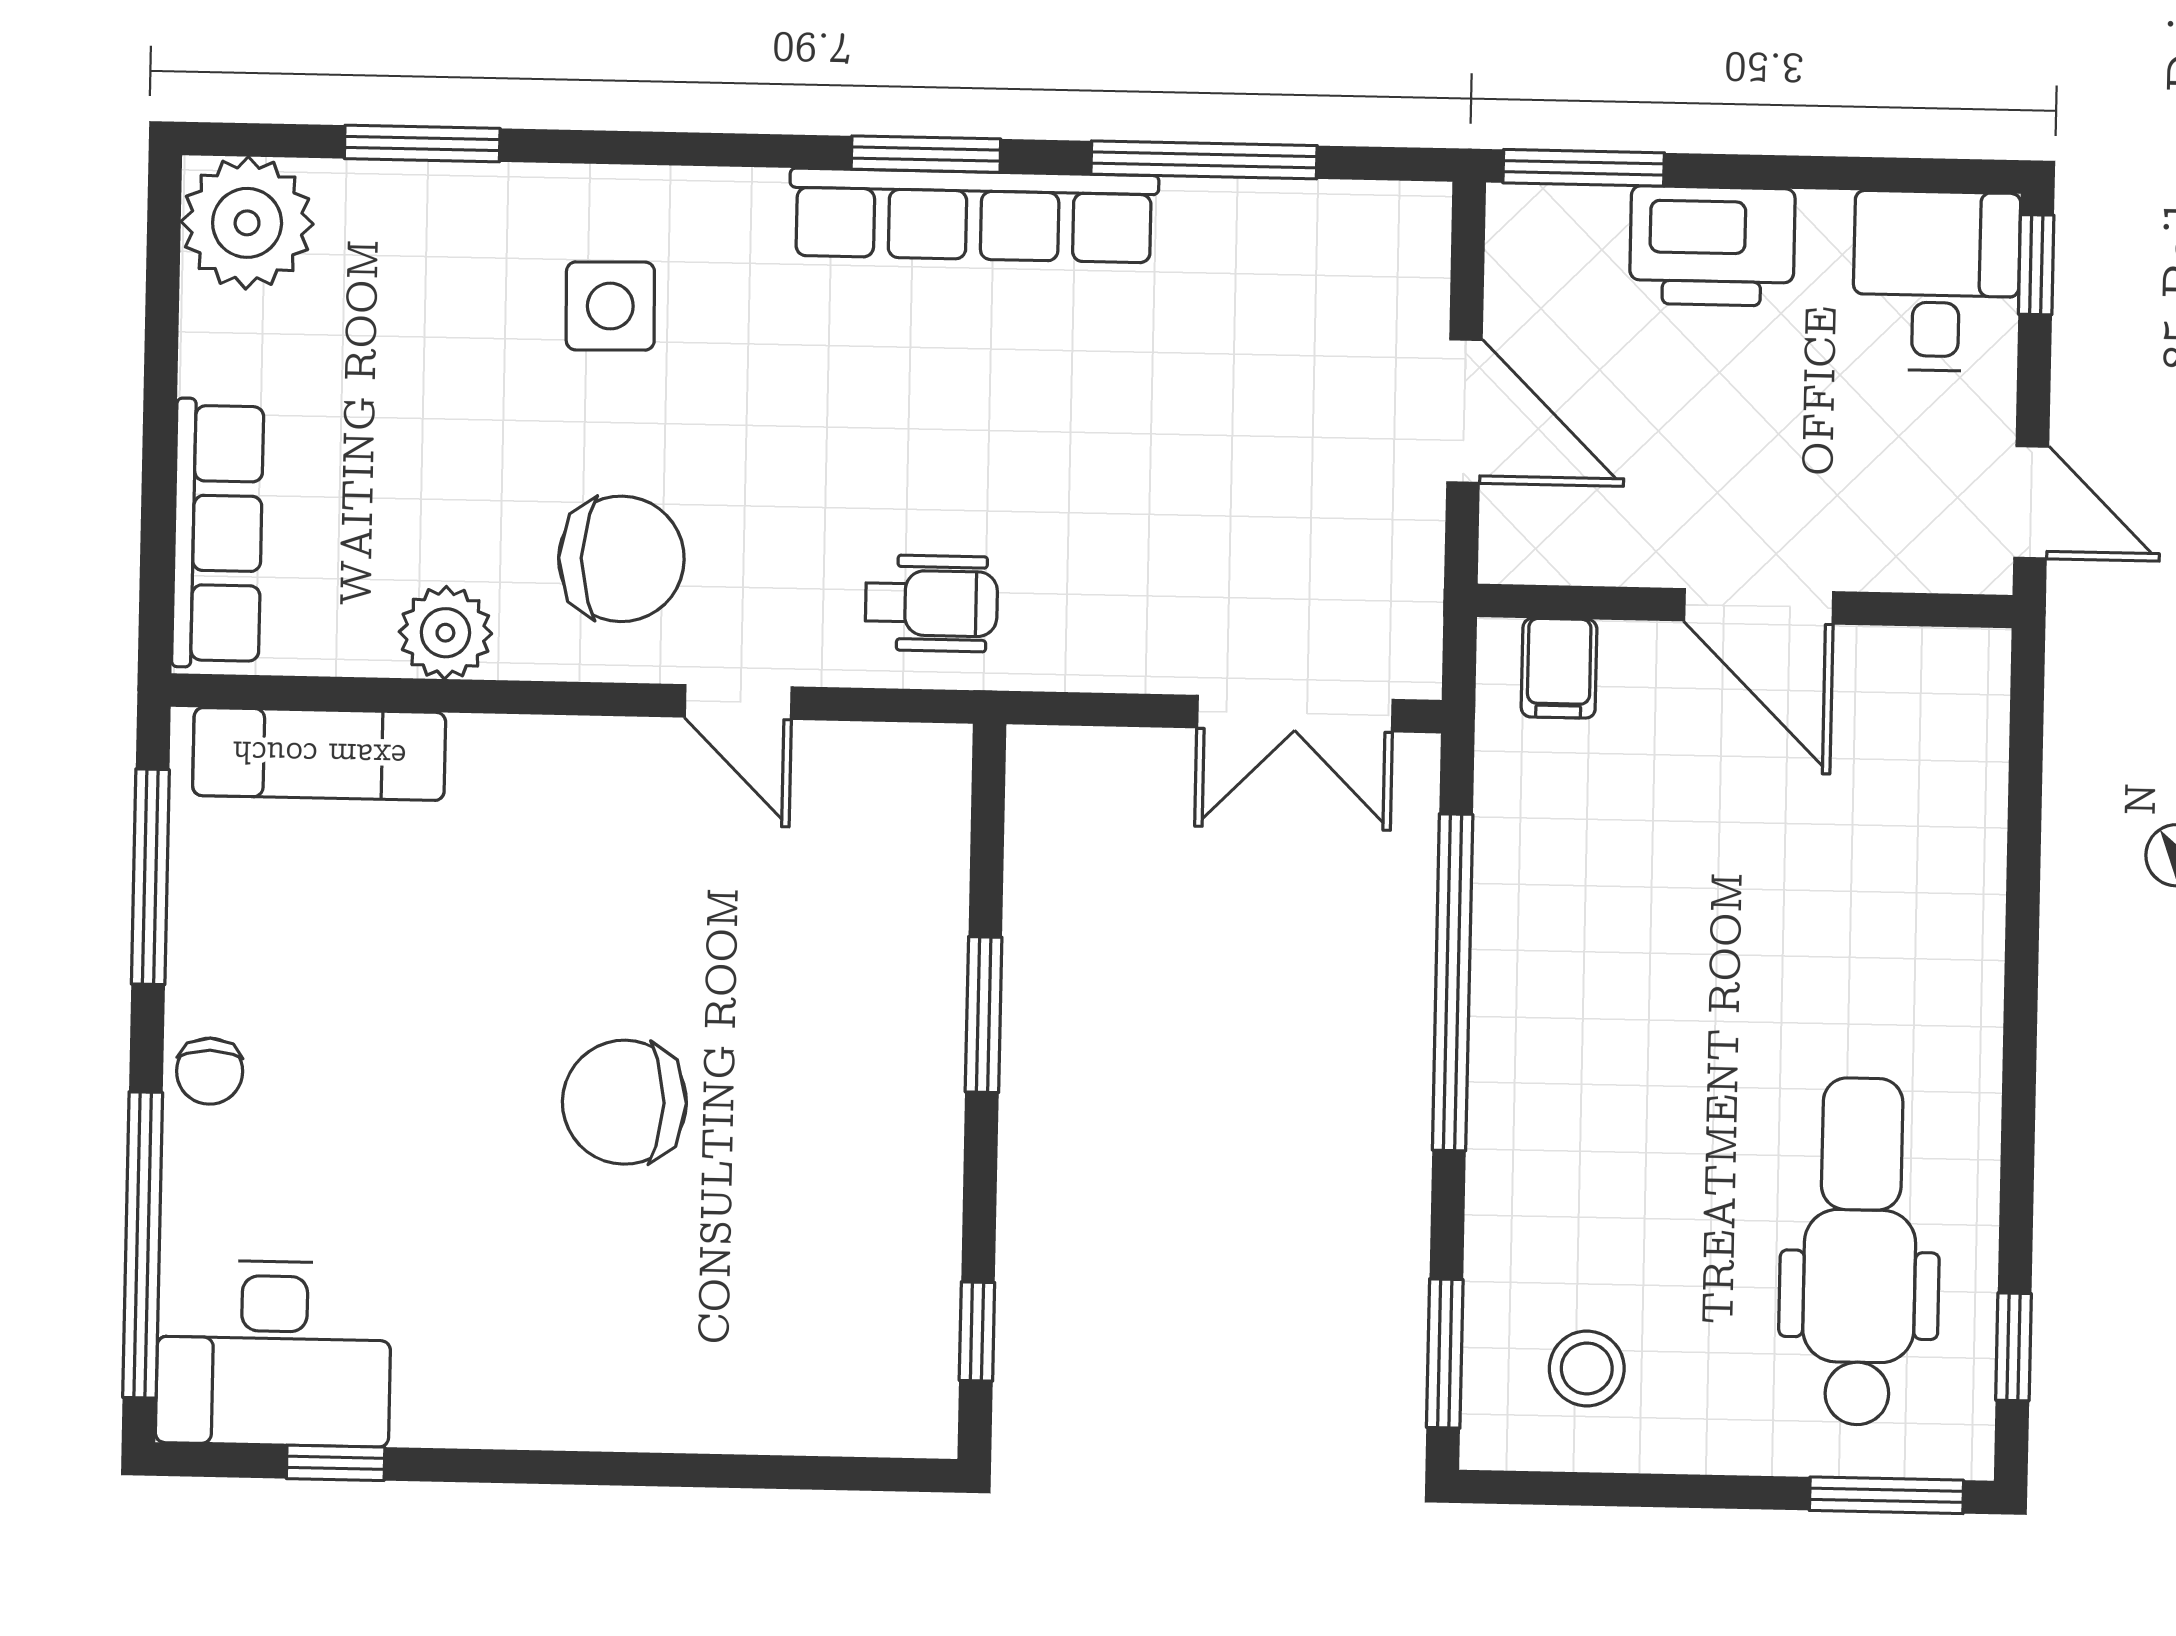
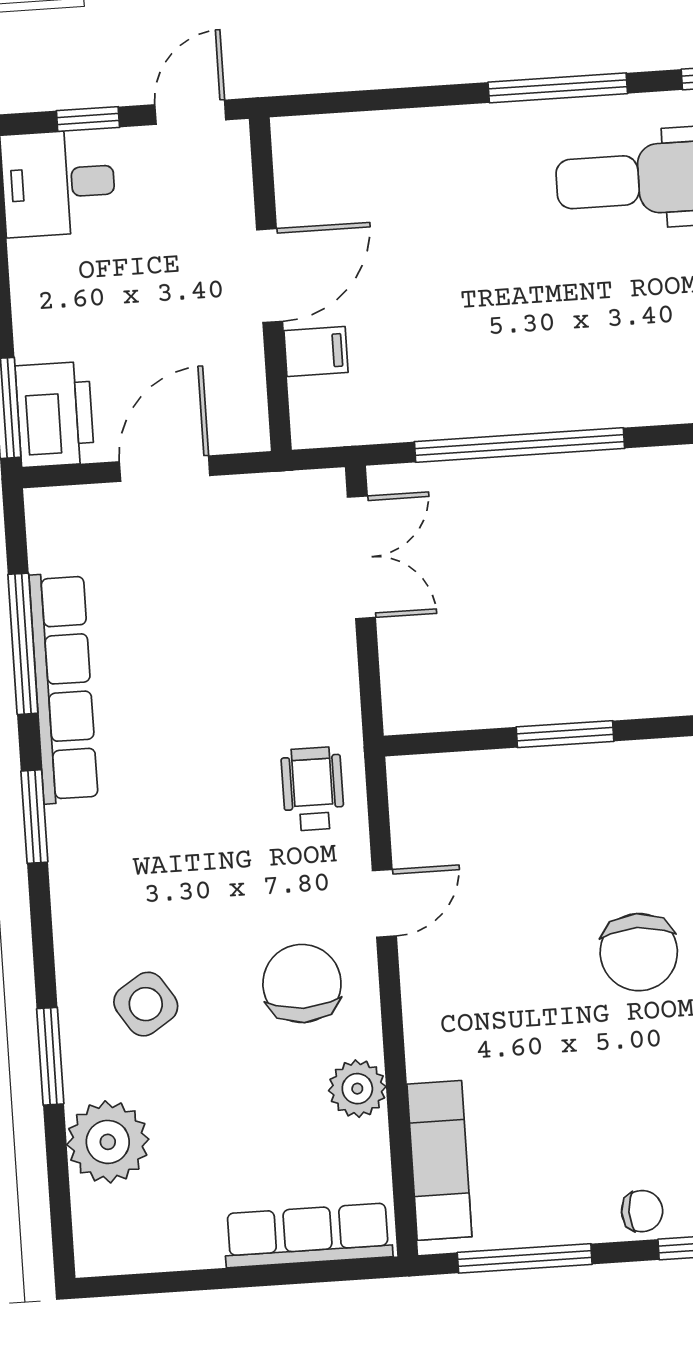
window: (422, 143) -> (50, 1056), moved
row of seats: (974, 215) -> (64, 688), moved
plant: (247, 223) -> (108, 1142), moved
printer: (1712, 246) -> (55, 414), moved
window: (2036, 265) -> (88, 119), moved
side table: (610, 306) -> (146, 1004), turned -32
filing cabinet: (1559, 668) -> (316, 352), moved
window: (2019, 1094) -> (558, 88), added

